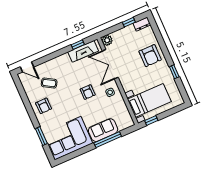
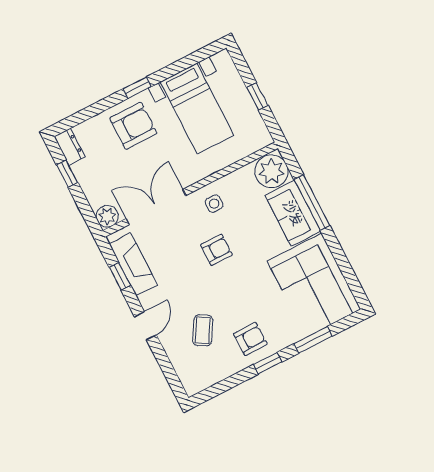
double door: (110, 64) -> (156, 207), swing flipped
door: (27, 67) -> (145, 326), moved
window: (174, 72) -> (137, 88), moved
bed with nightstands: (149, 100) -> (197, 109), moved, turned 180
window: (31, 113) -> (268, 363), added
plant: (124, 121) -> (272, 171), added
window: (151, 121) -> (257, 96), moved

